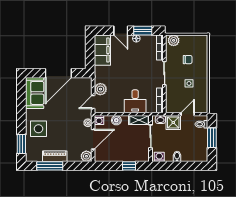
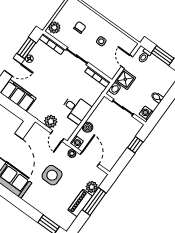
desk: (135, 101) -> (76, 109), moved
shelving: (139, 120) -> (102, 107), removed
side table: (39, 129) -> (52, 175), moved
plant: (86, 156) -> (92, 187), moved
window: (50, 166) -> (94, 201), moved

